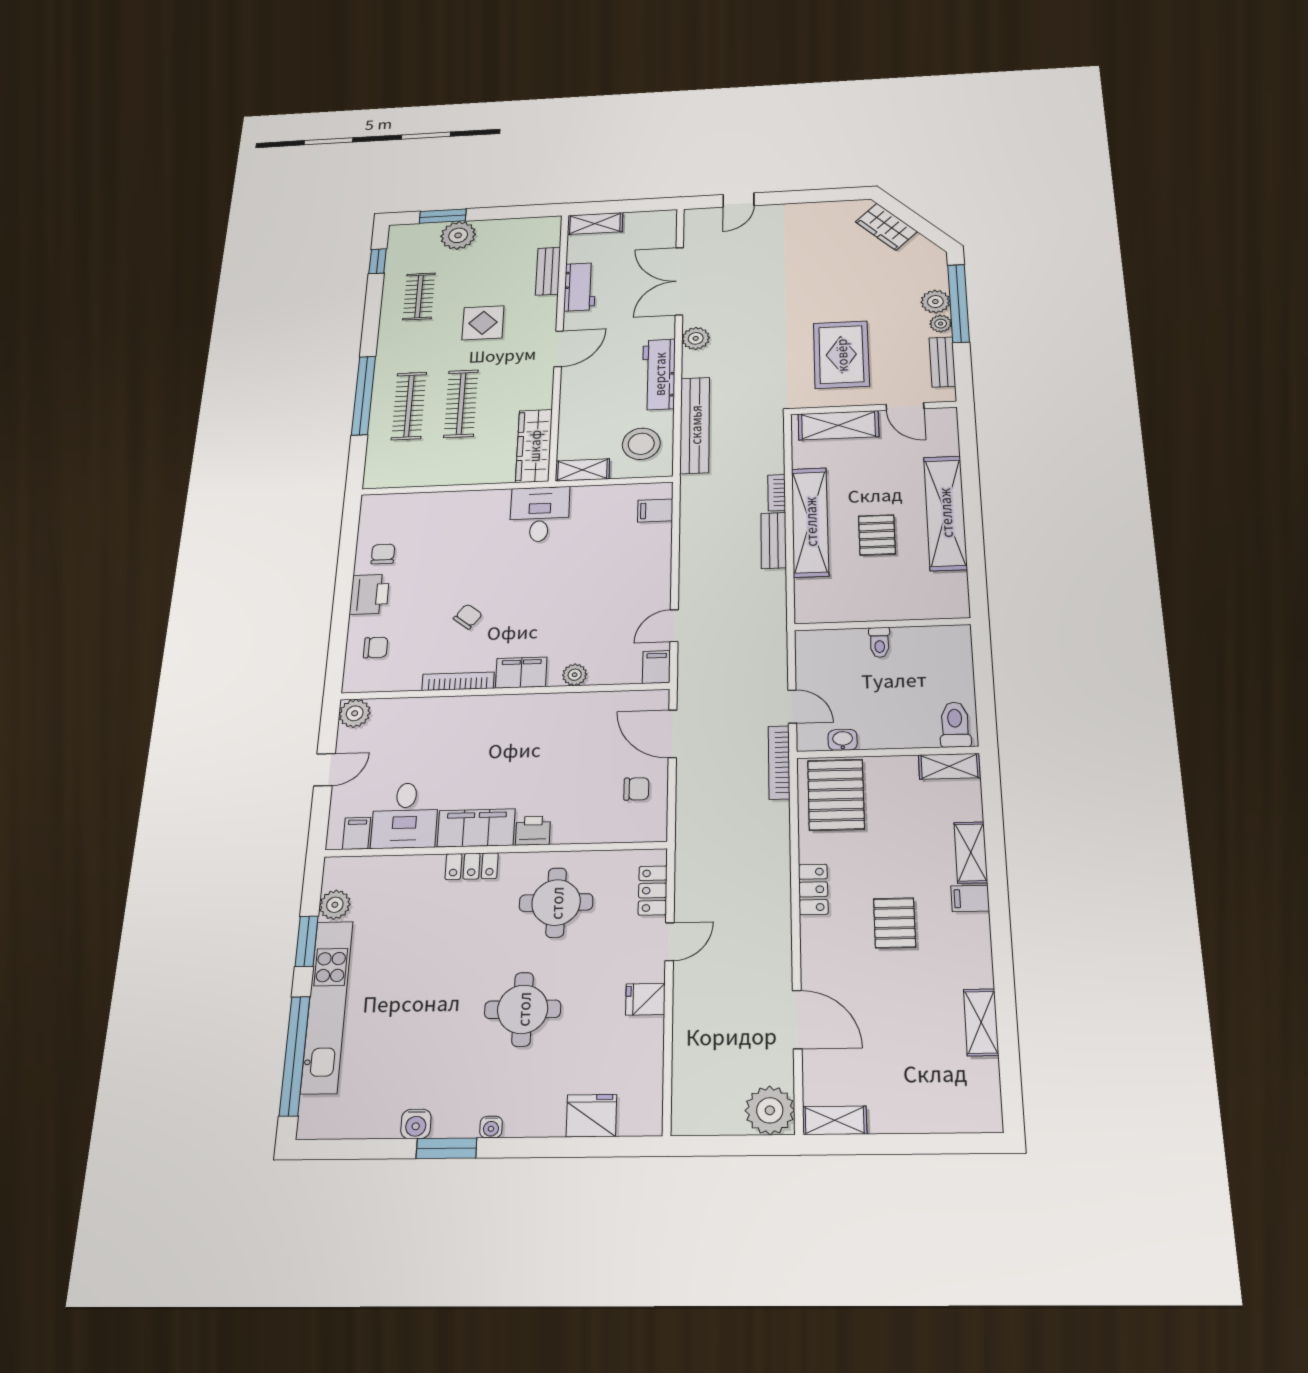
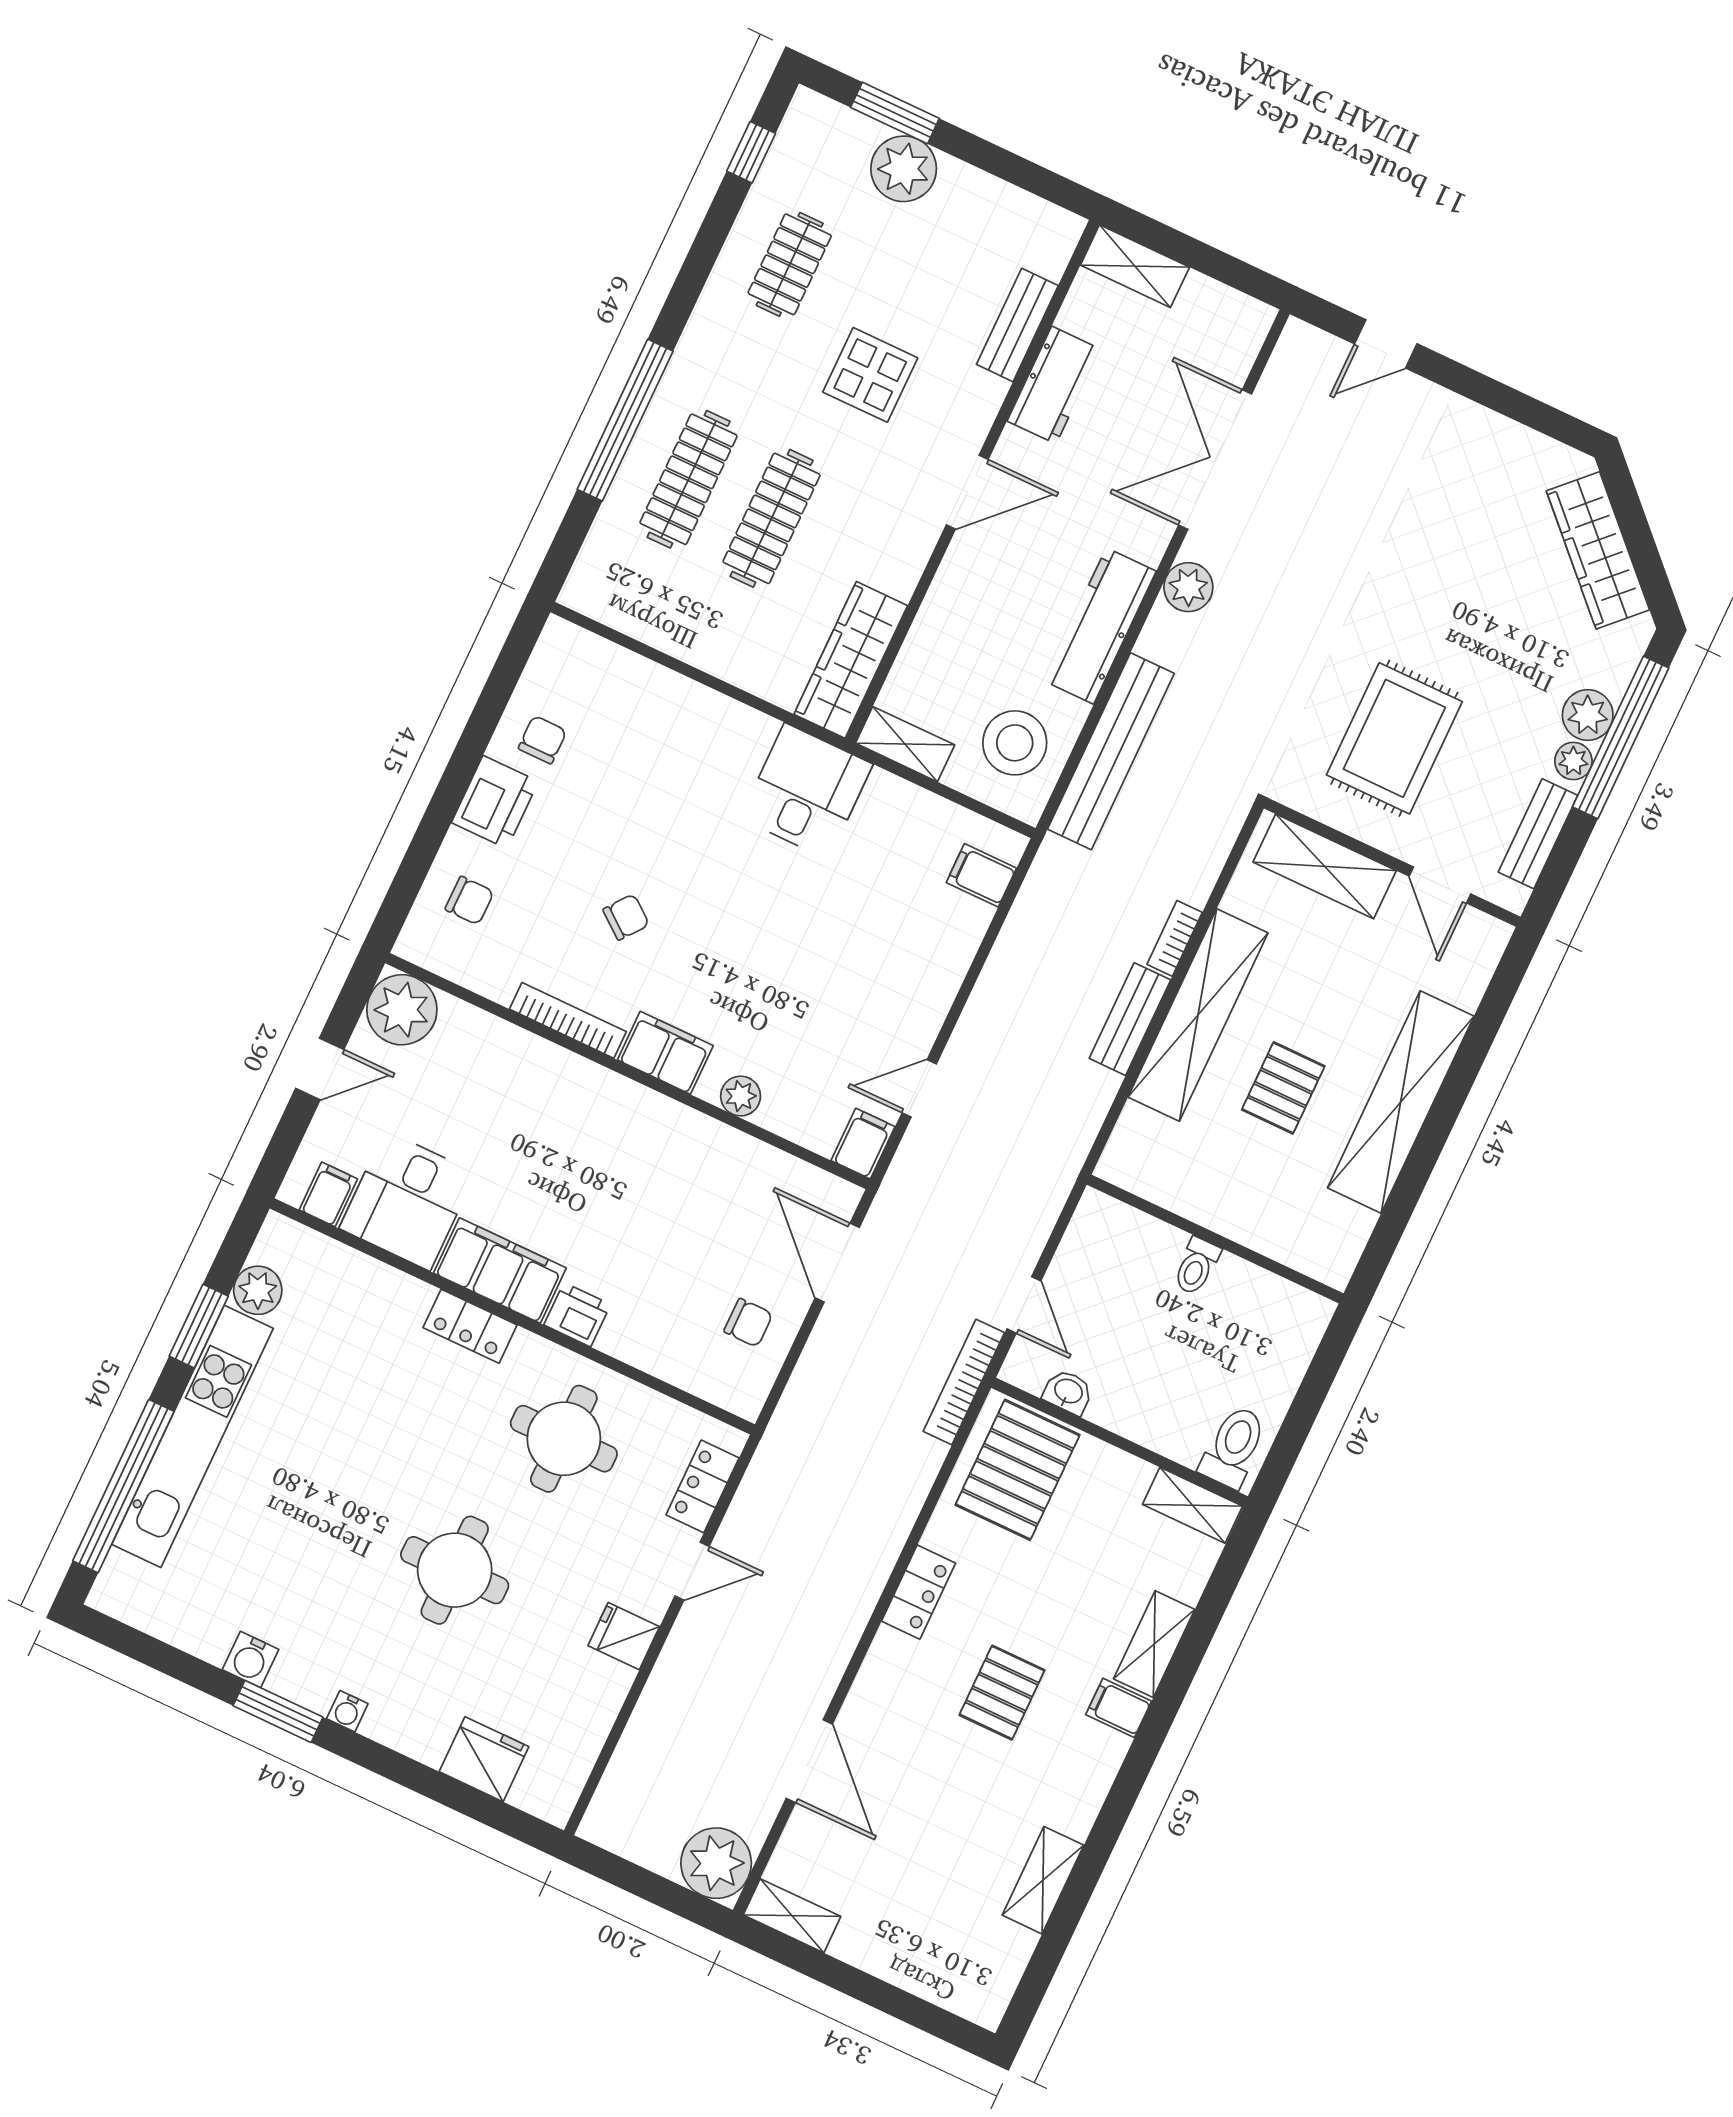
wardrobe: (886, 227) -> (1598, 550), width x1.50
plant: (355, 713) -> (402, 1010), width x1.36, depth x1.36

